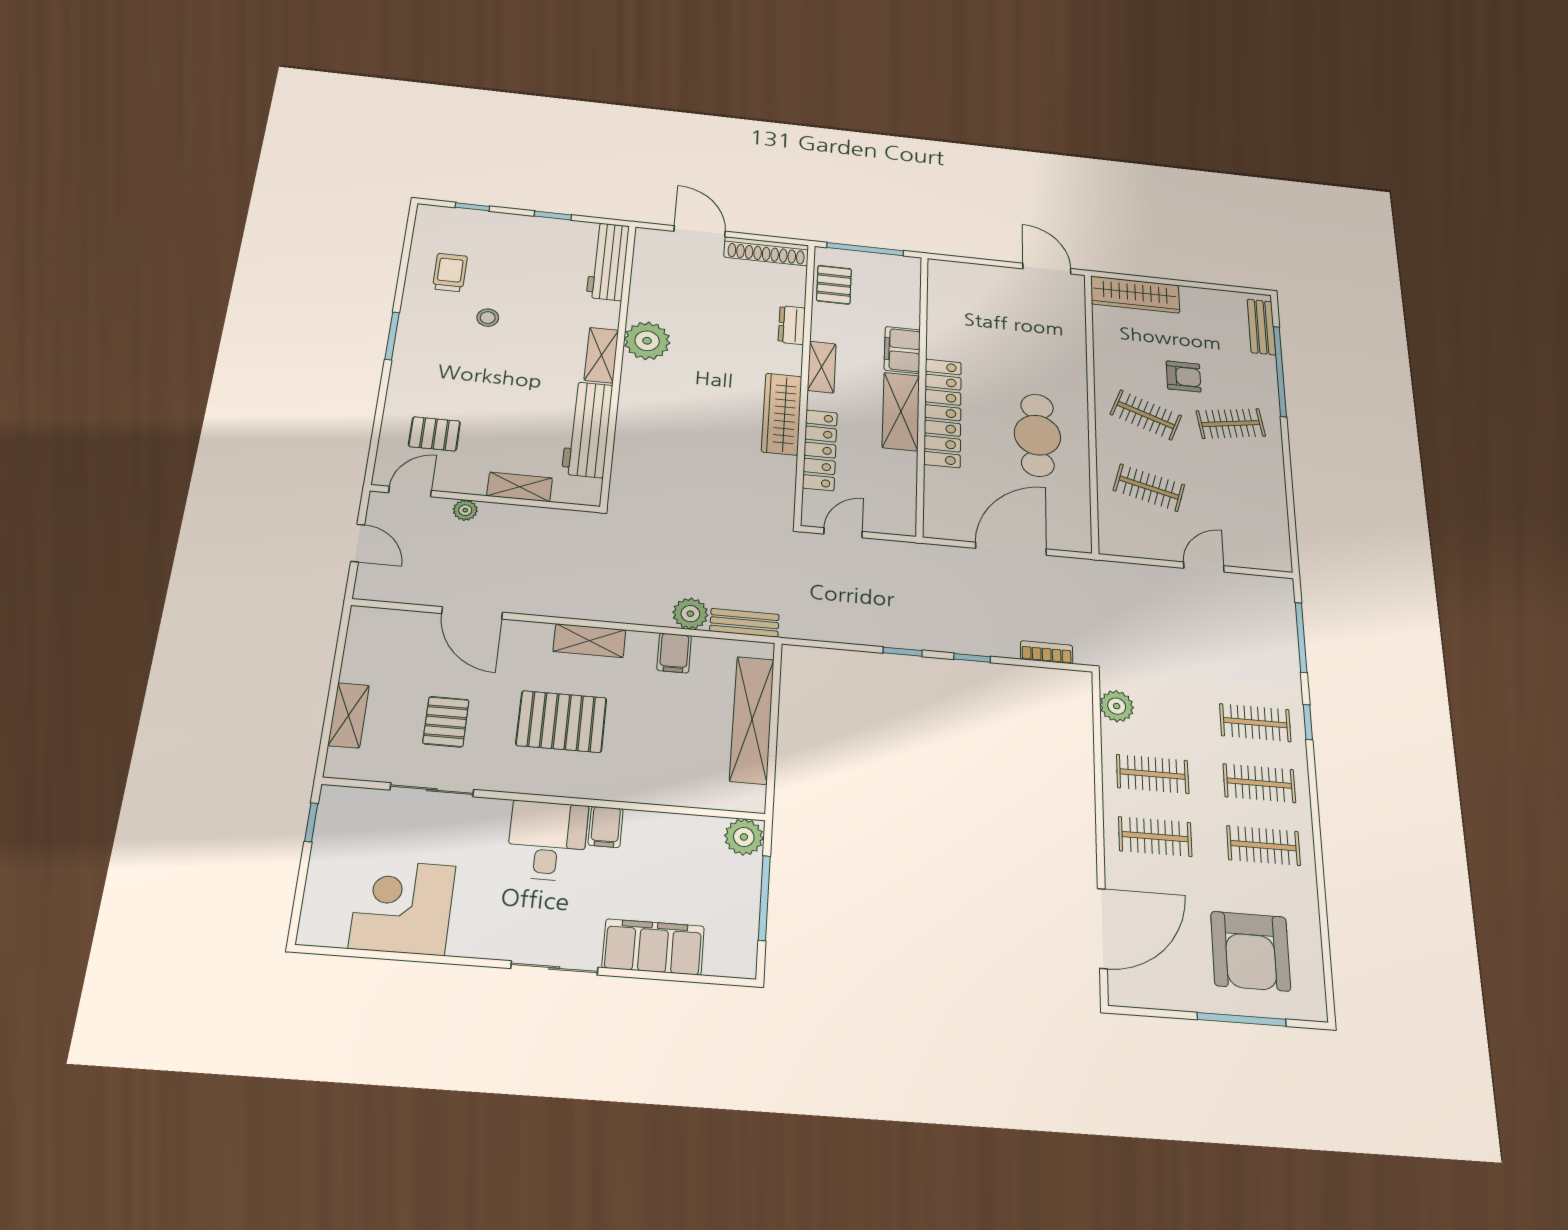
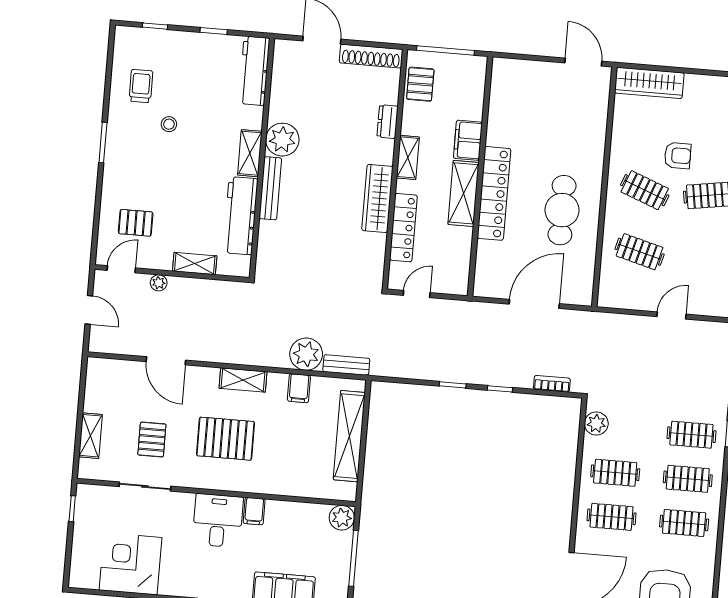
bench: (630, 398) -> (270, 188), added
plant: (690, 614) -> (306, 354), width x1.36, depth x1.36

